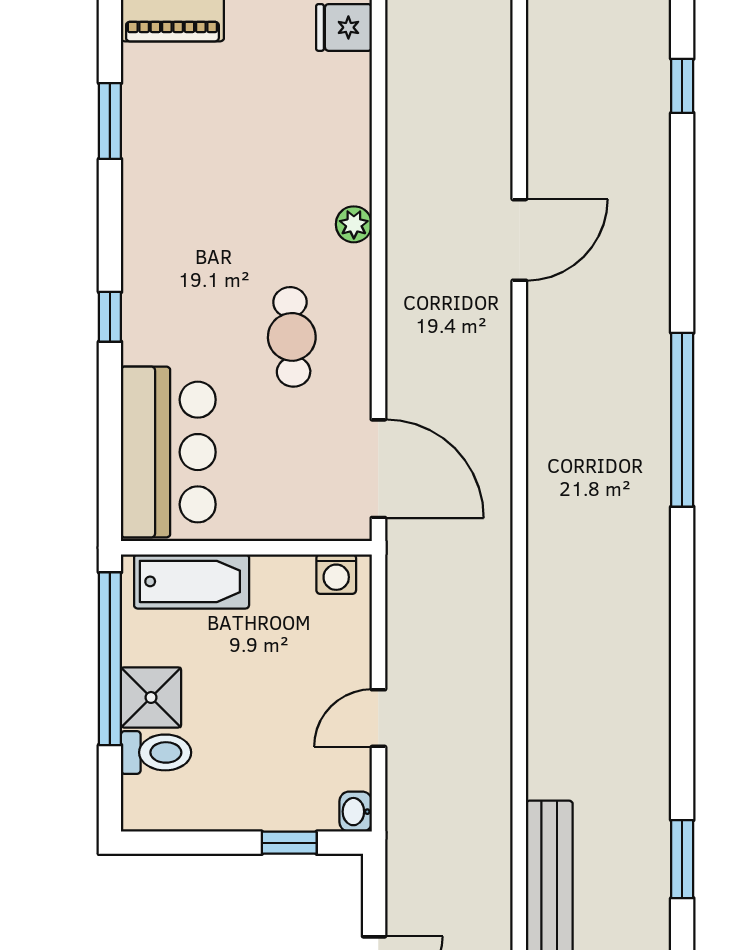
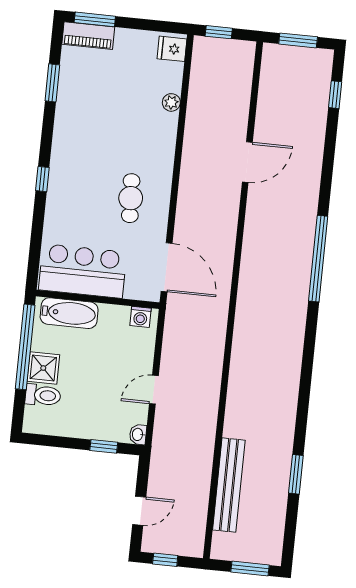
plant: (354, 224) -> (171, 102), moved
bar counter: (168, 452) -> (83, 271), moved, turned -90

